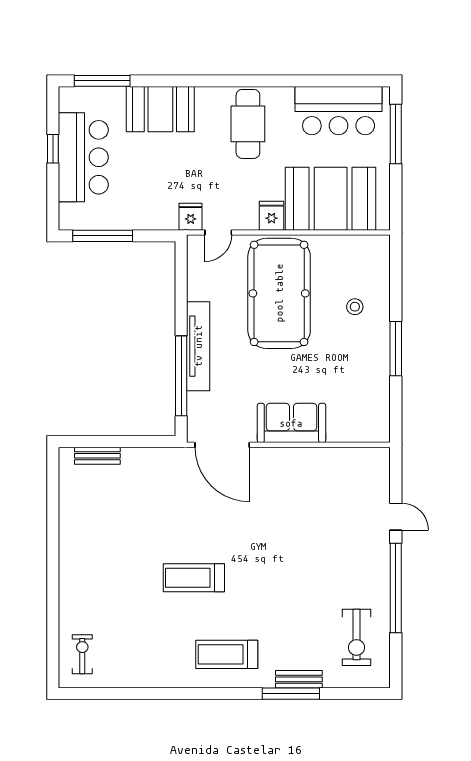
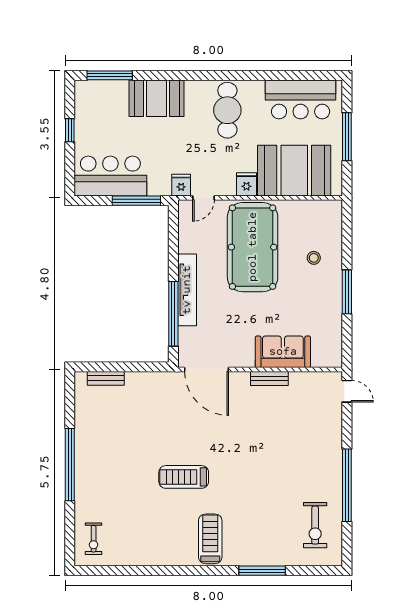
window: (396, 134) -> (347, 137), moved
bar counter: (83, 157) -> (110, 176), moved, turned -90
window: (103, 236) -> (136, 201), moved
sofa: (291, 423) -> (283, 352), moved
door: (396, 517) -> (347, 391), moved
window: (53, 563) -> (70, 465), added
exercise bike: (82, 654) -> (94, 539), turned 180
treadmill: (227, 654) -> (210, 539), turned 90
bench: (299, 679) -> (269, 378), moved

